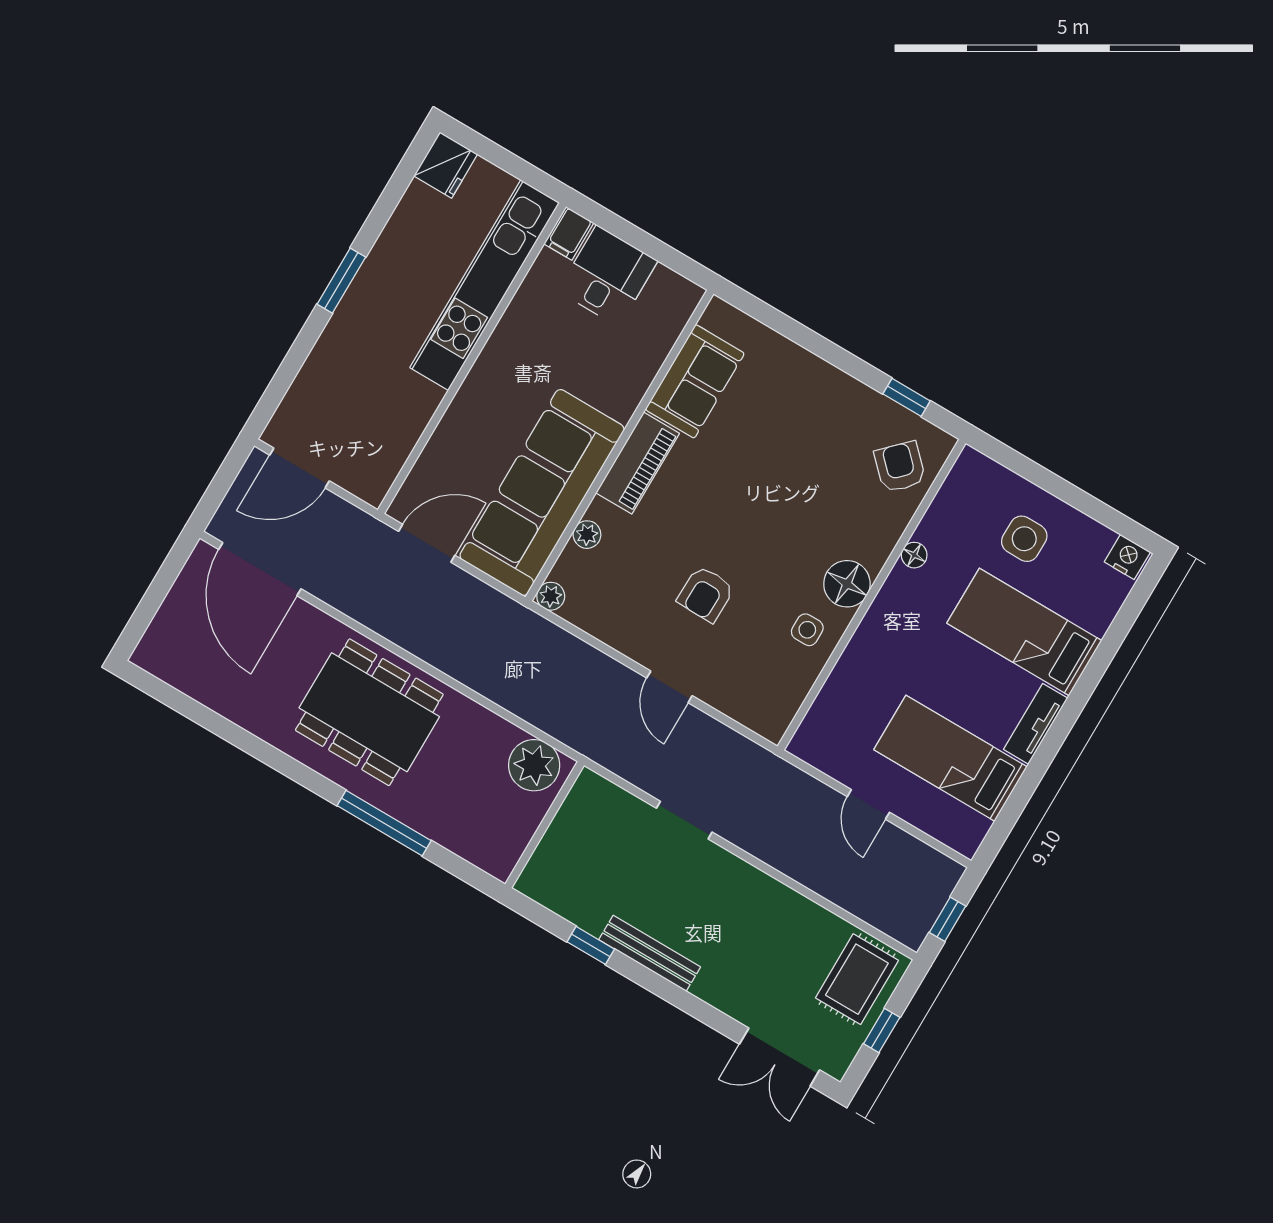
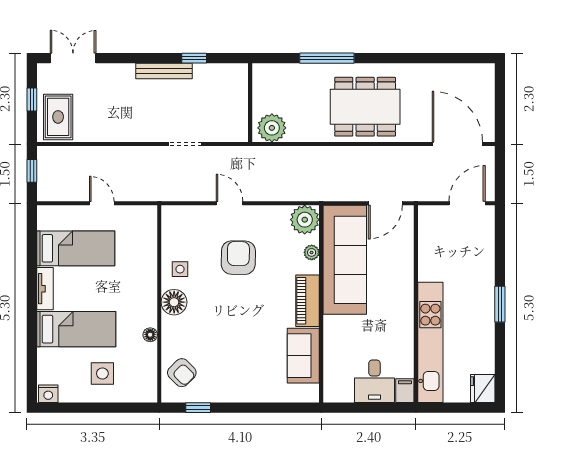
armchair: (706, 594) -> (238, 258), width x1.38, depth x1.38
plant: (551, 596) -> (305, 220), width x1.87, depth x1.87

